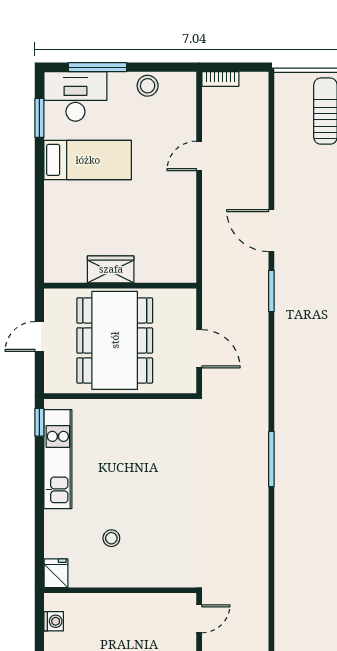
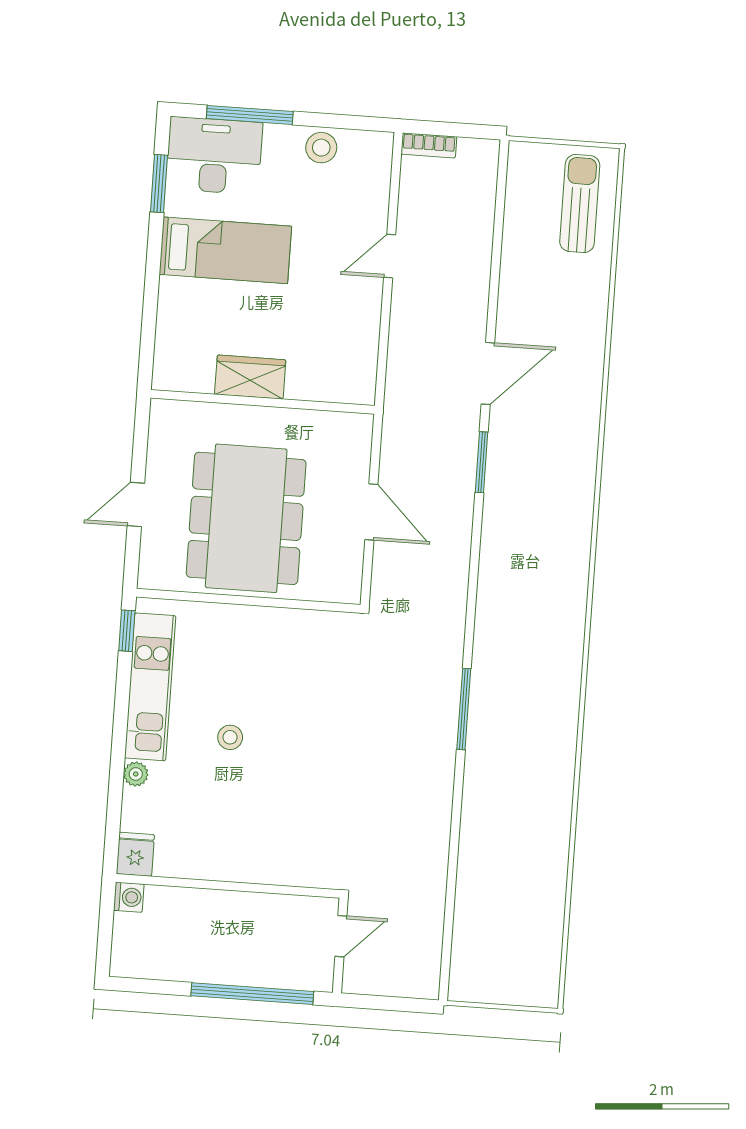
door: (271, 231) -> (488, 373), swing flipped
wardrobe: (111, 269) -> (250, 377), moved
wall: (120, 286) -> (263, 402), moved
door: (199, 349) -> (371, 512), moved
plant: (52, 519) -> (136, 774), added
stool: (111, 538) -> (230, 737), moved
washing machine: (54, 621) -> (129, 897), moved

